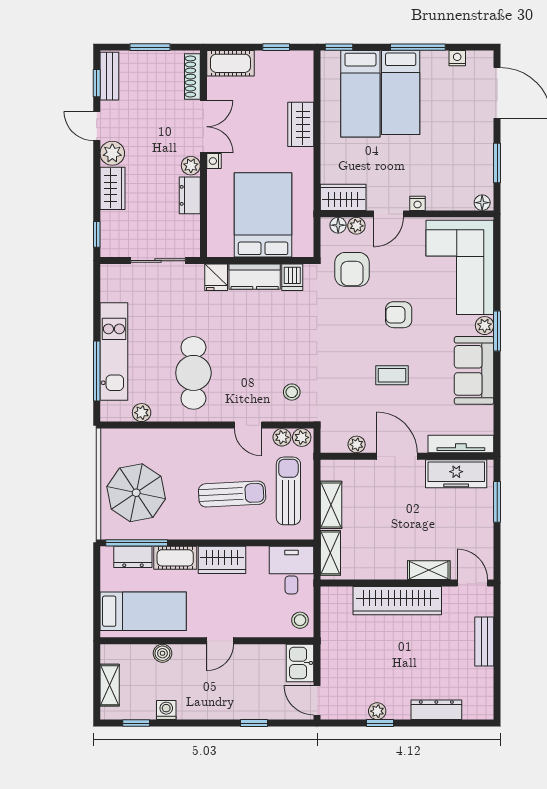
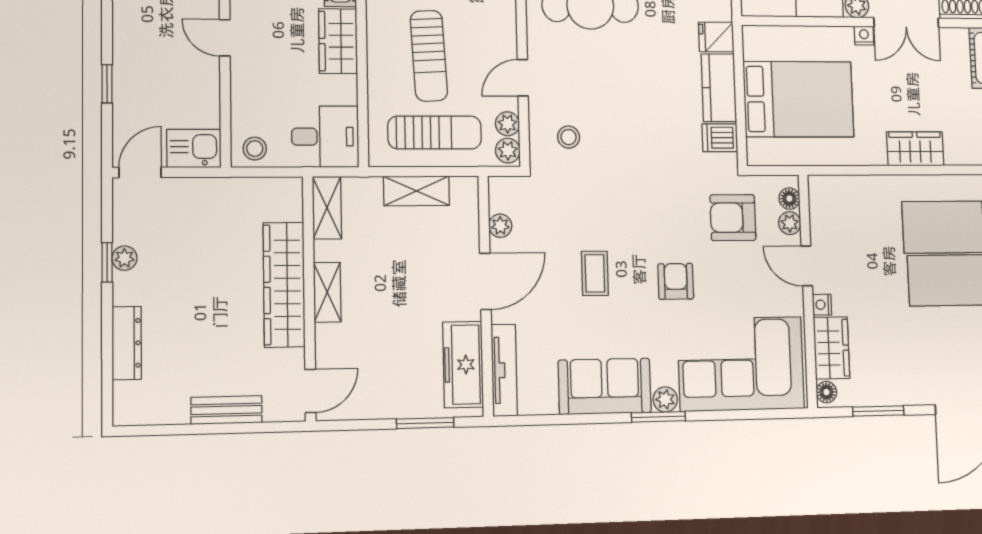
wardrobe: (343, 197) -> (832, 348), moved
shelving: (330, 553) -> (327, 208), moved, turned 90
shelving: (429, 570) -> (327, 292), moved

